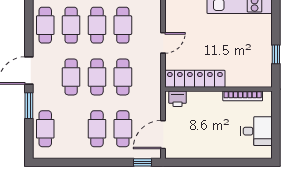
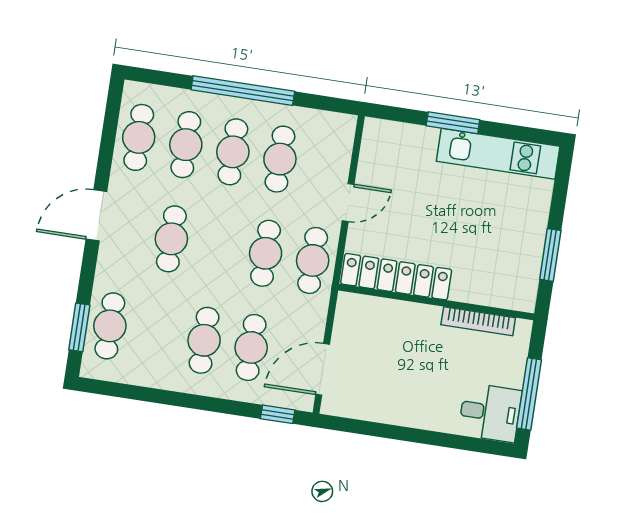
window: (276, 54) -> (550, 255), width x1.50
cafe table: (97, 77) -> (313, 260), moved
printer: (178, 99) -> (359, 308), removed
window: (29, 106) -> (79, 327), moved
desk: (256, 131) -> (490, 413), moved
window: (276, 131) -> (529, 394), added

